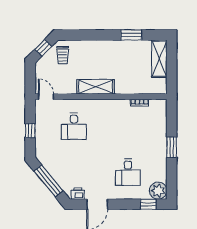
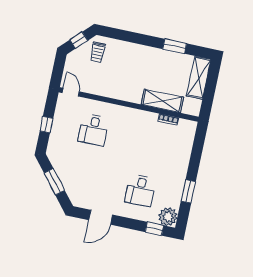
shelving: (96, 87) -> (162, 101), moved
window: (172, 147) -> (188, 191), moved
window: (48, 181) -> (54, 182), width x0.69
printer: (78, 194) -> (82, 202), removed

